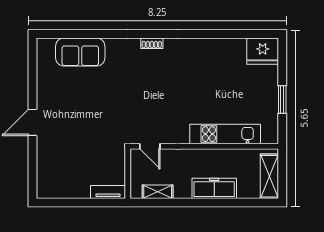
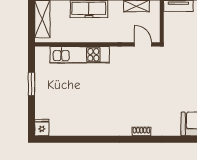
fridge: (263, 51) -> (42, 128), width x0.53, depth x0.75

